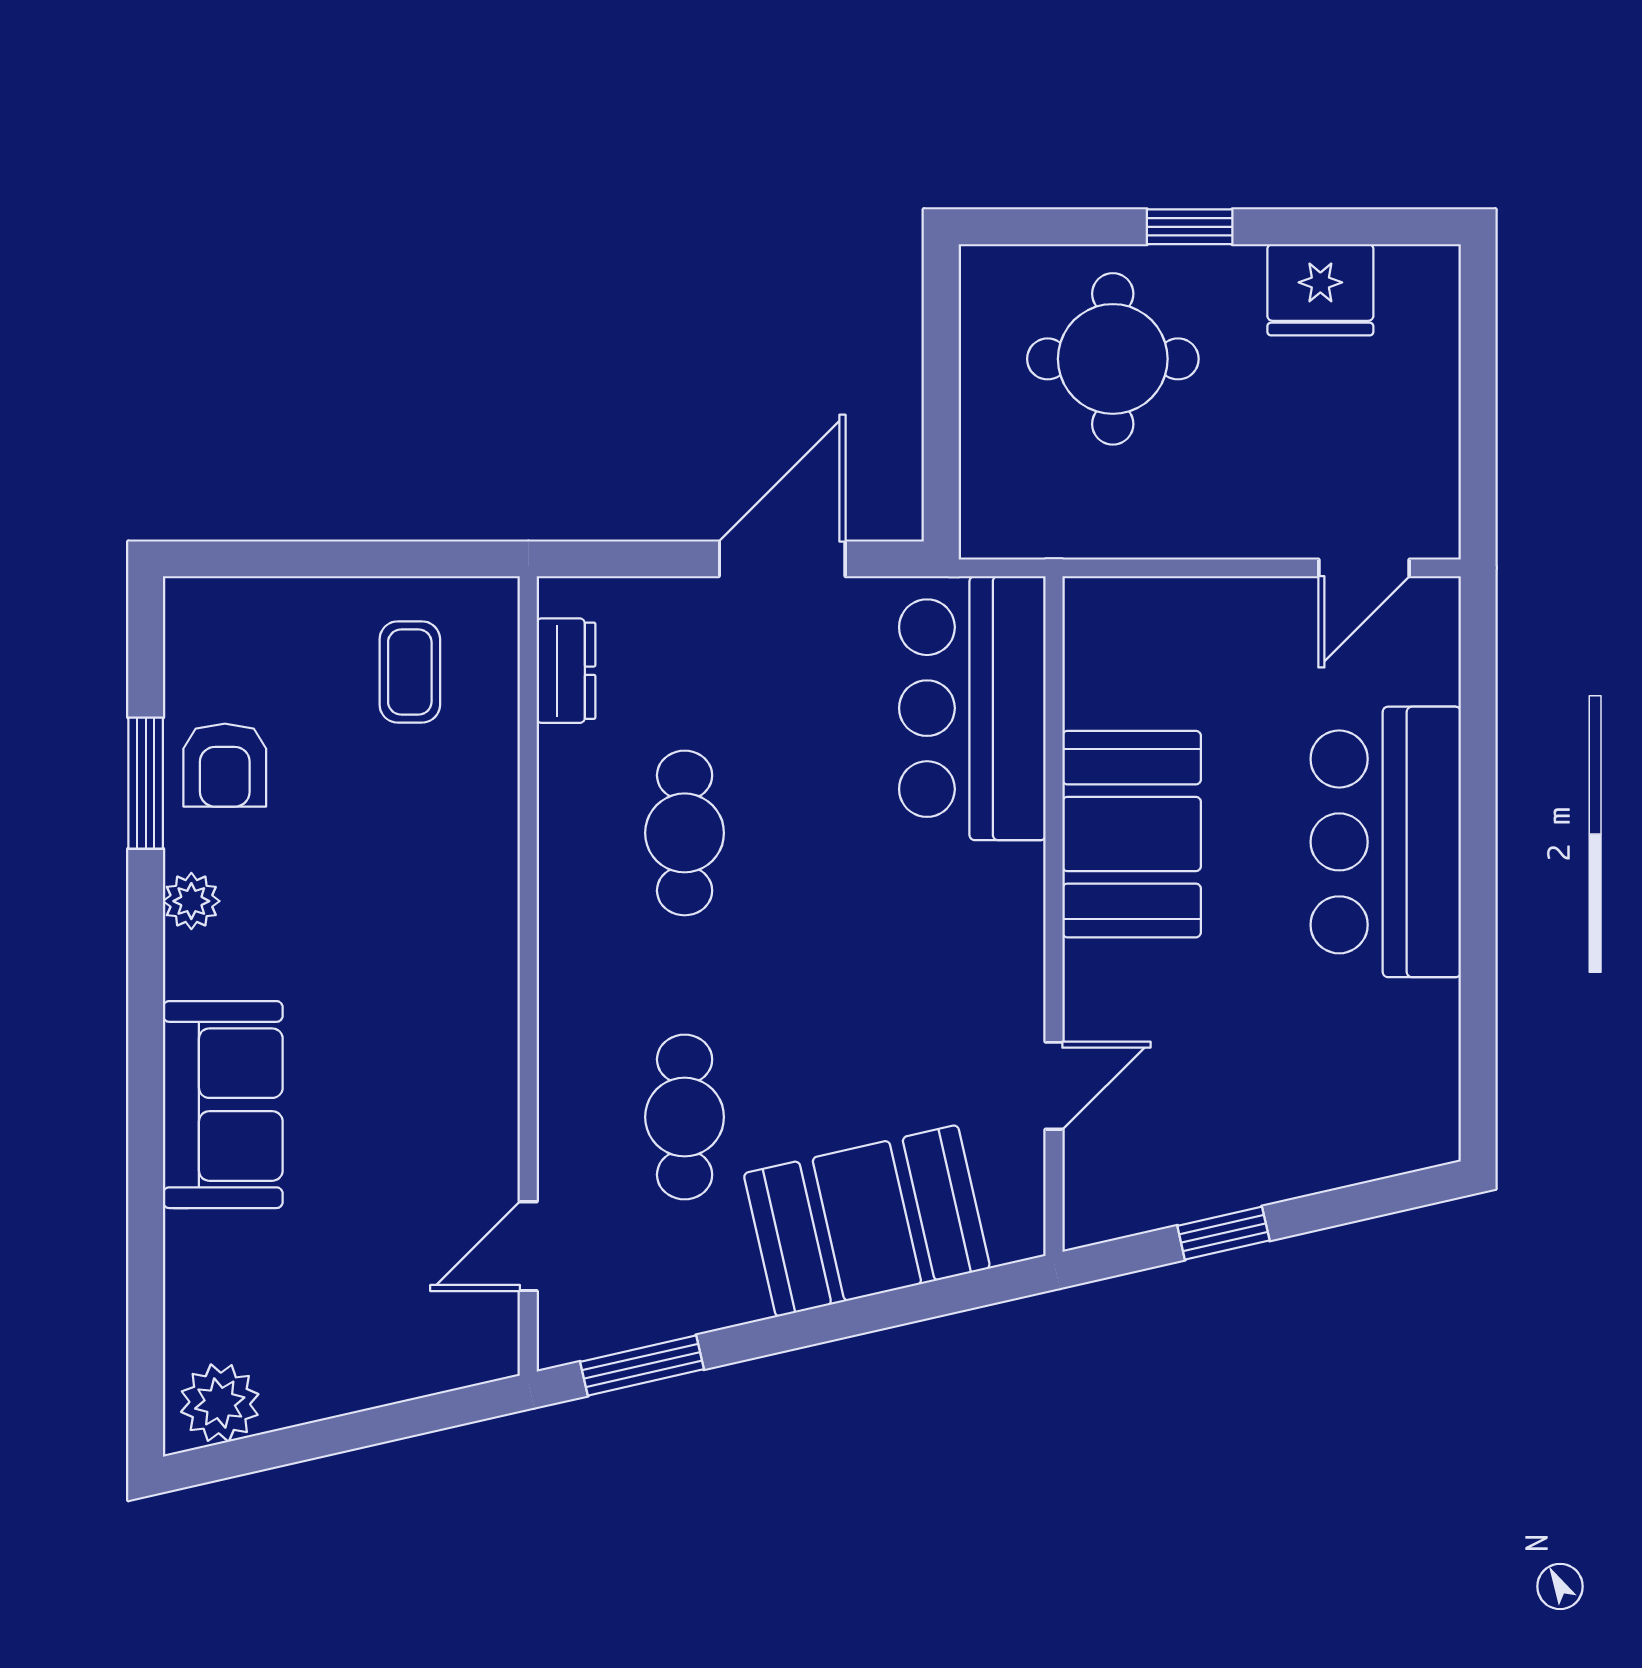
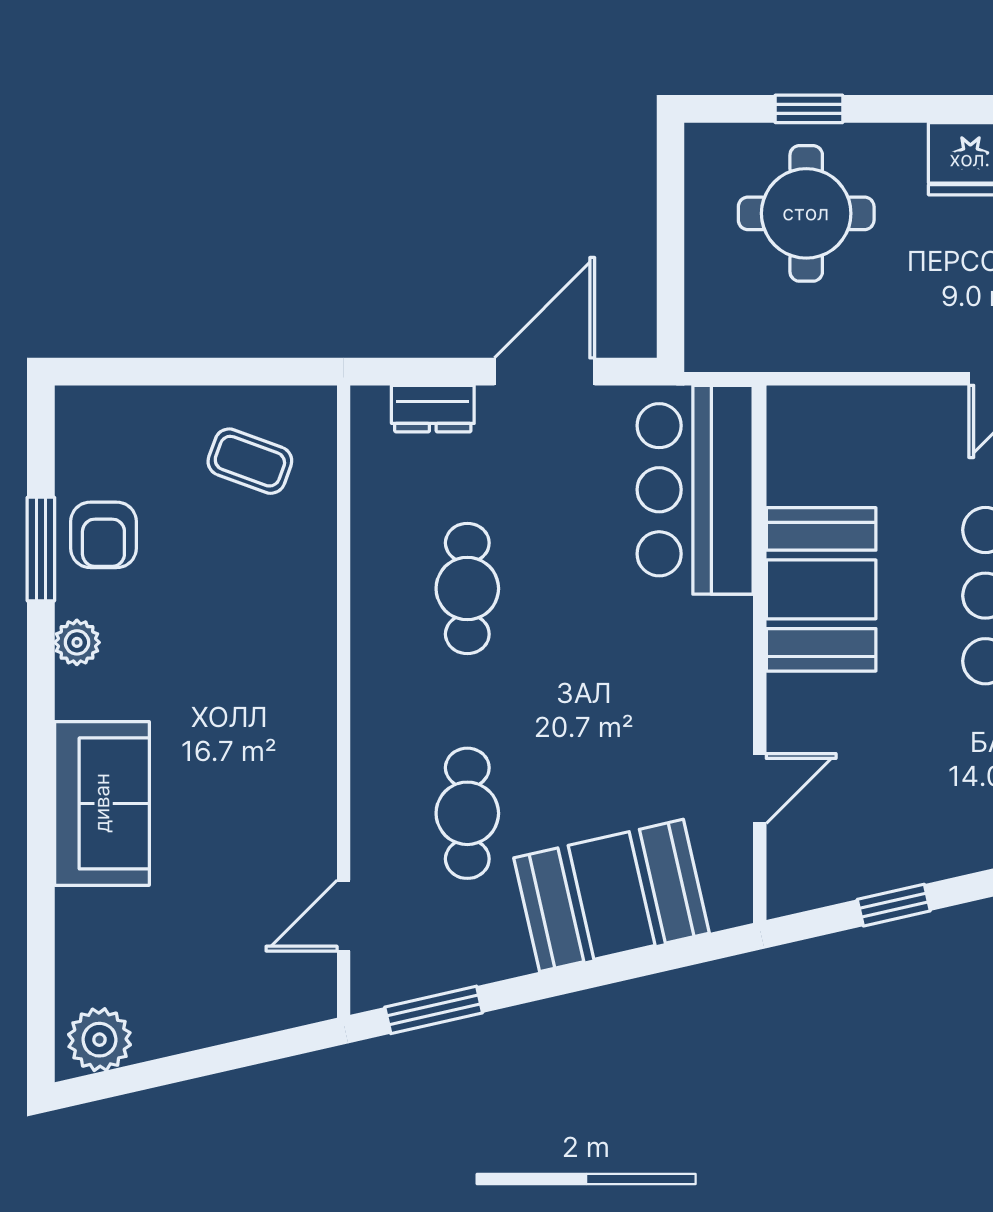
window: (1190, 227) -> (809, 109), moved
dresser: (566, 671) -> (433, 409), moved, turned 90
coffee table: (410, 672) -> (250, 461), turned -70

